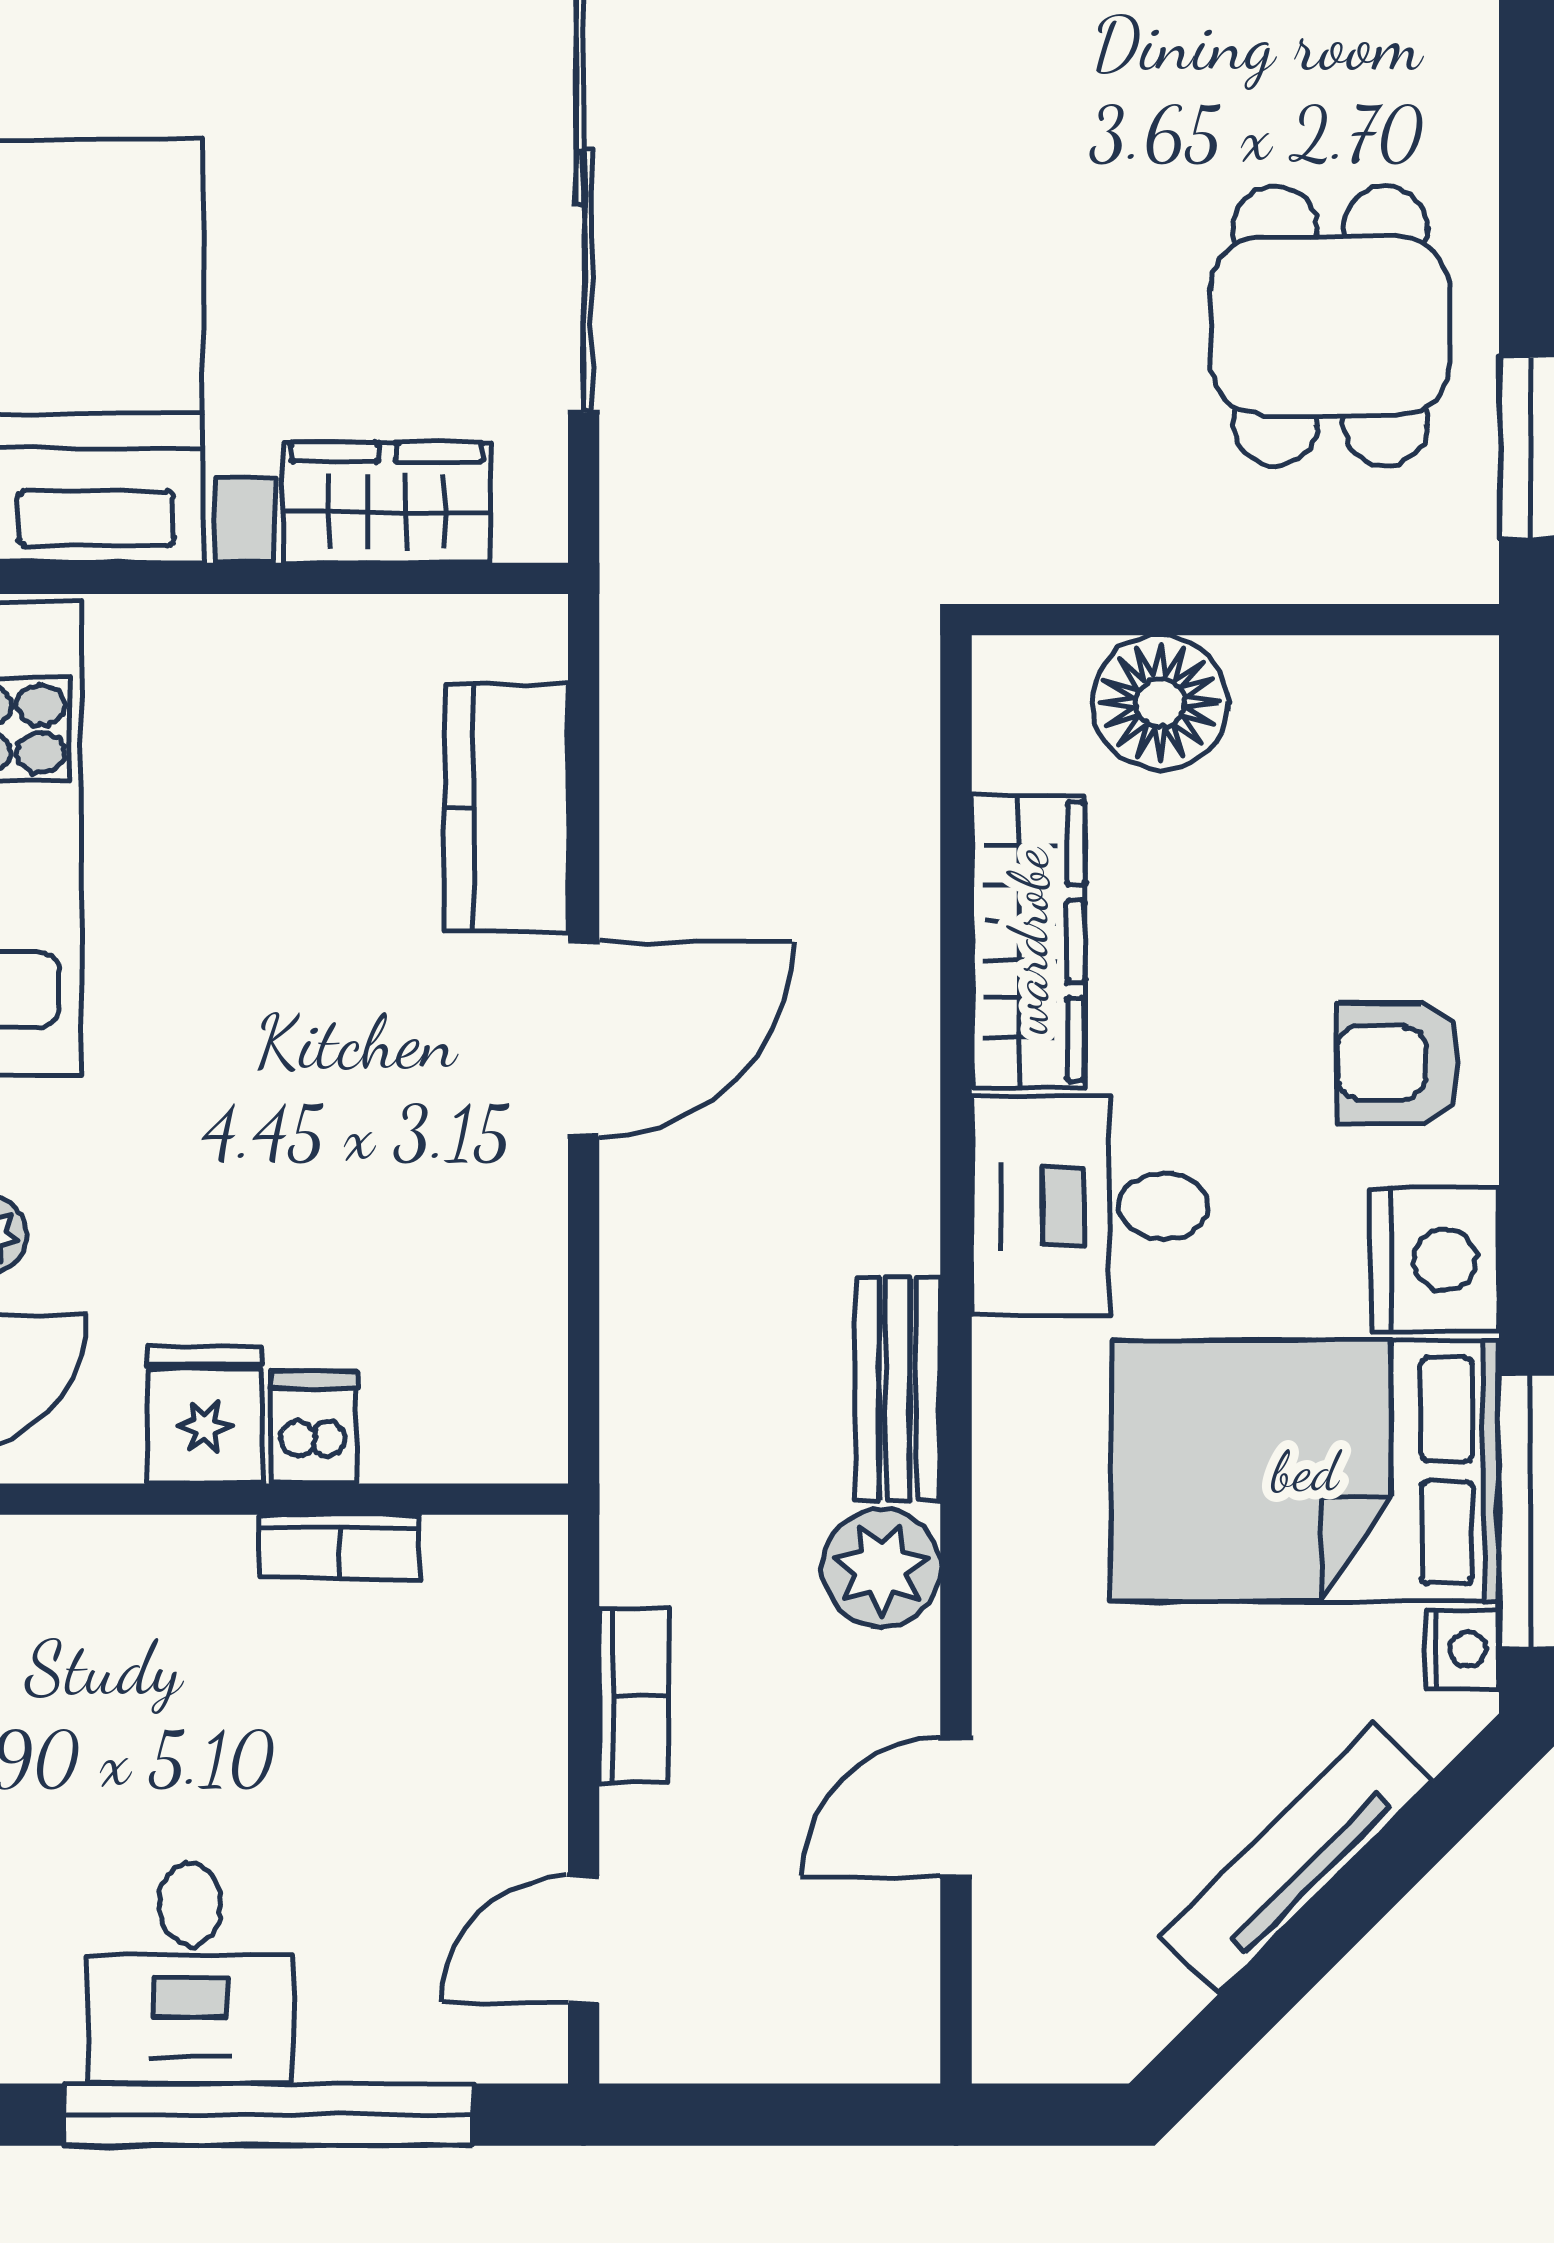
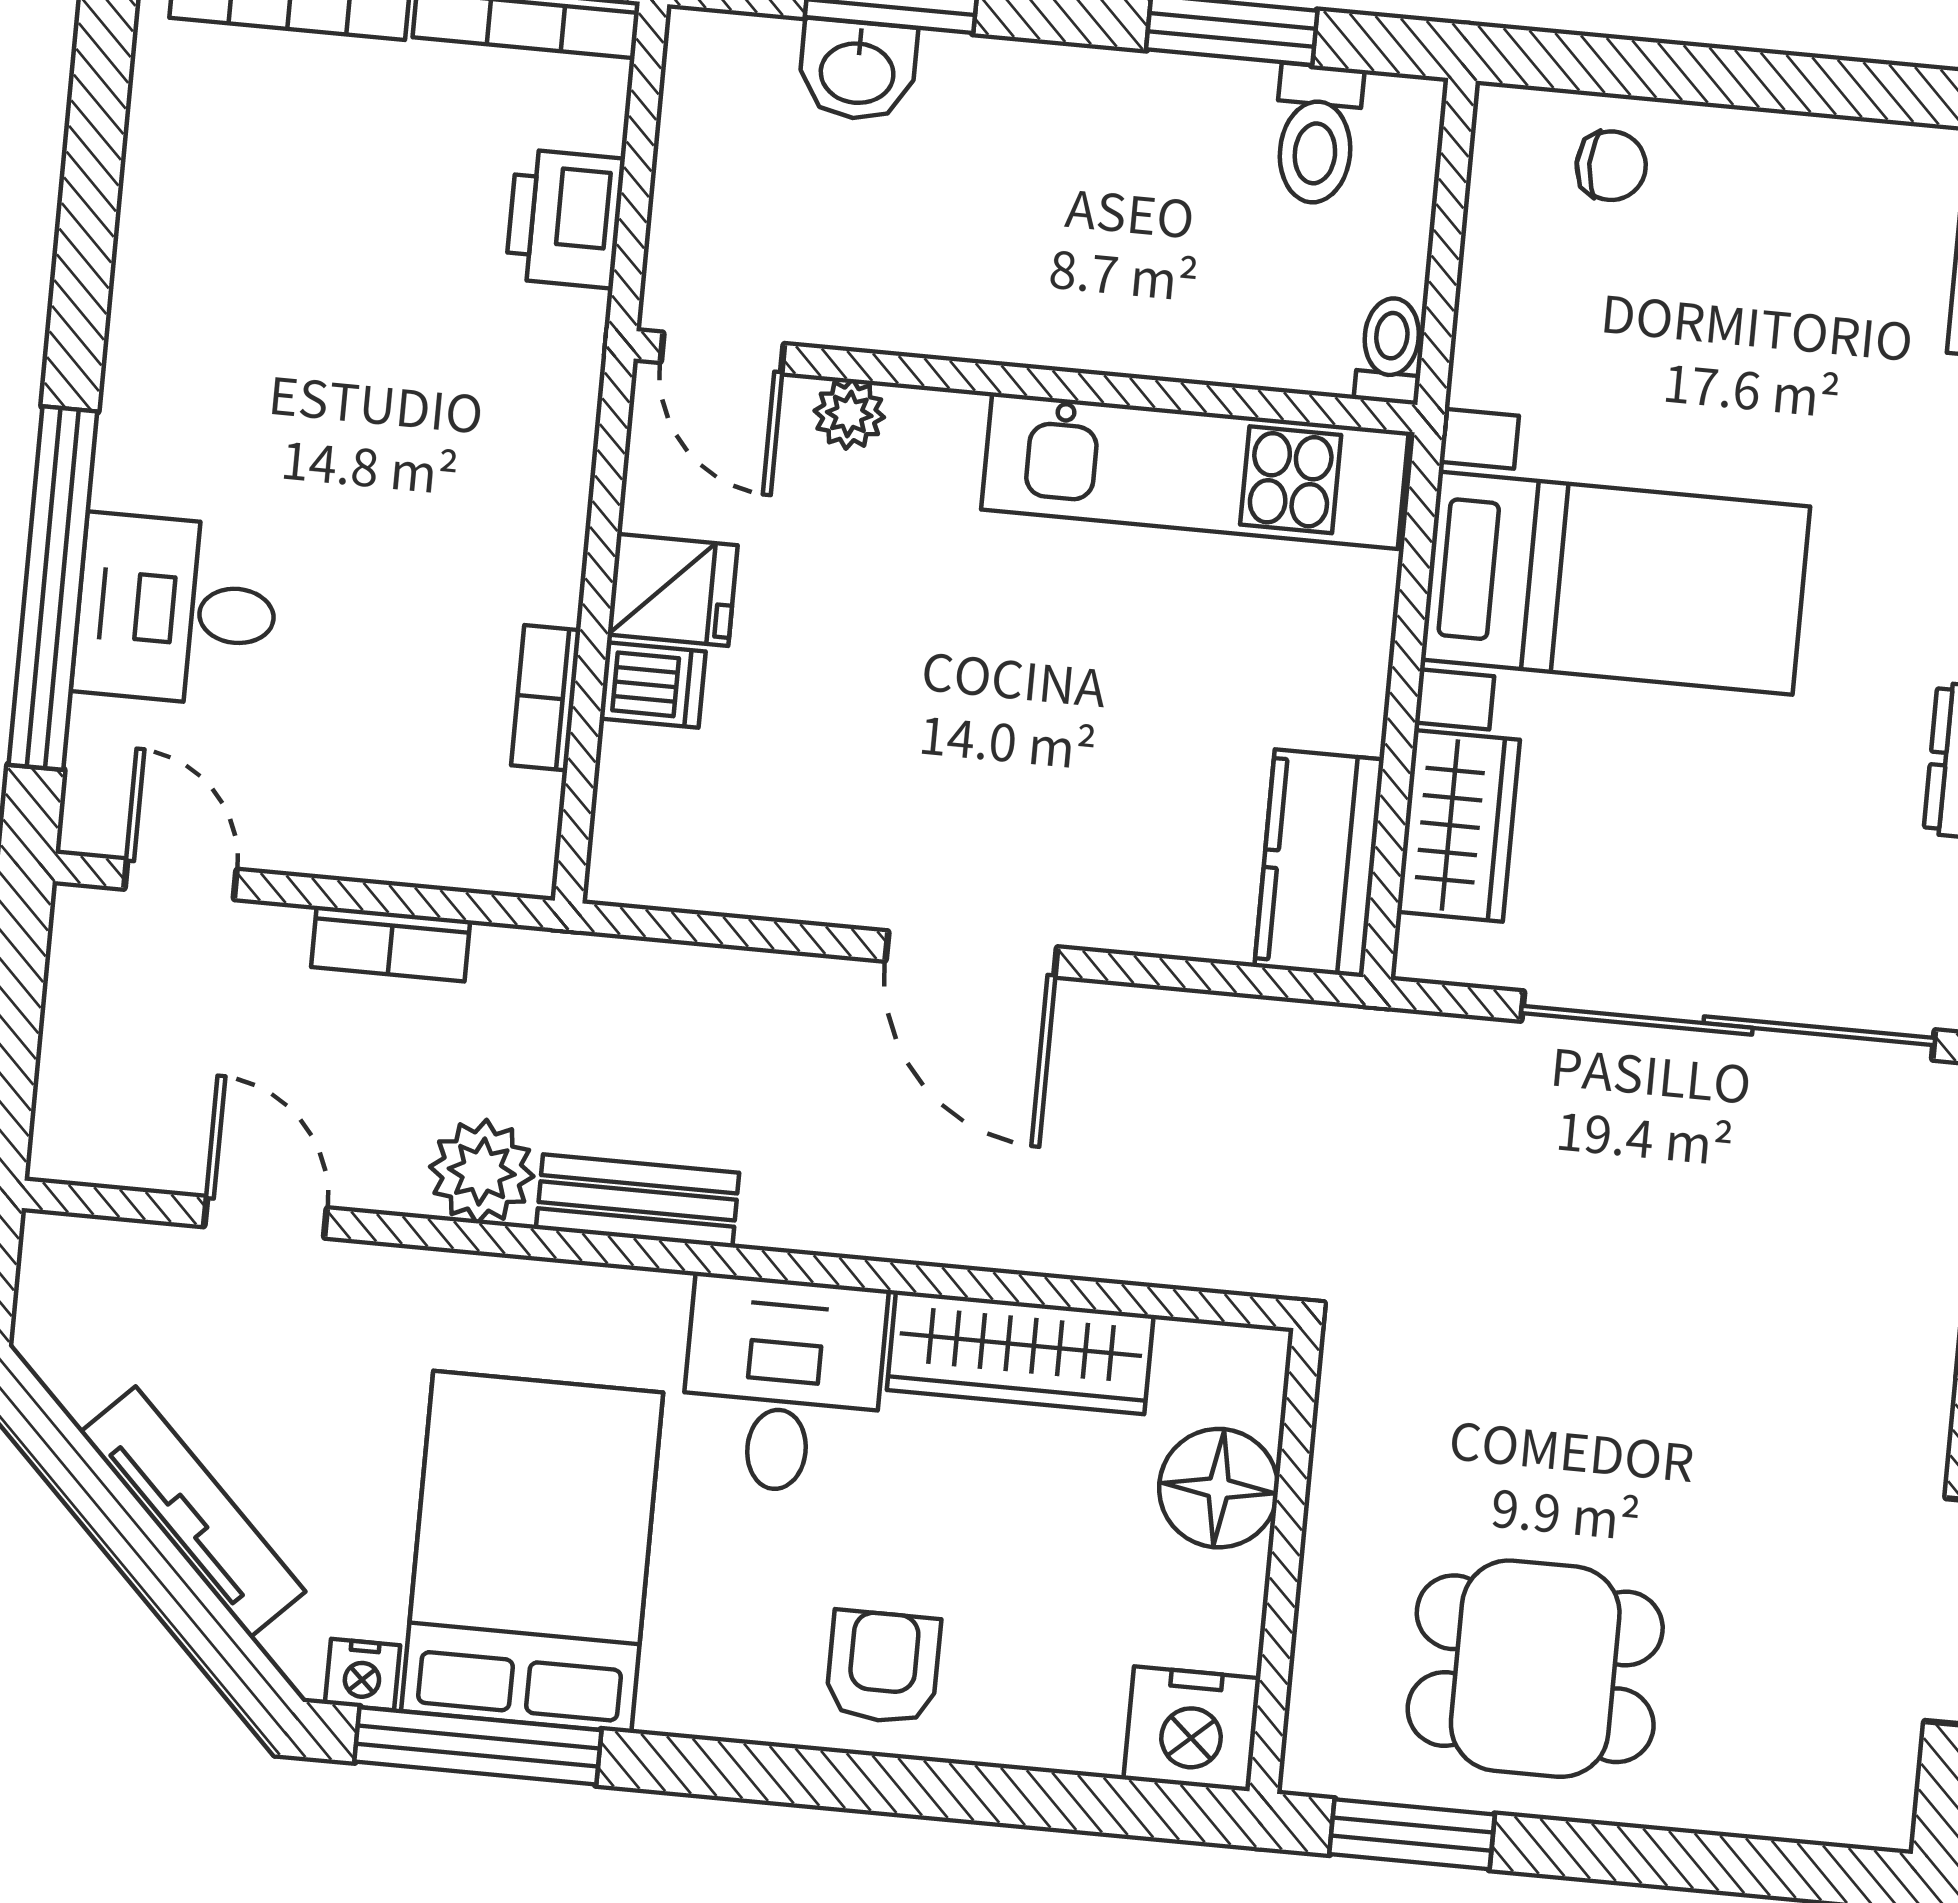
kitchen counter: (506, 808) -> (1319, 863), moved, turned -90
nightstand: (1435, 1260) -> (1192, 1729), moved
desk: (190, 1973) -> (176, 610), moved

